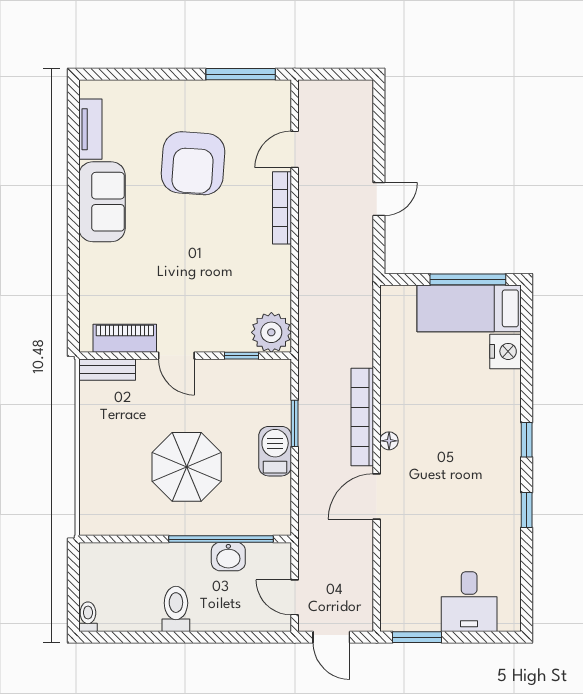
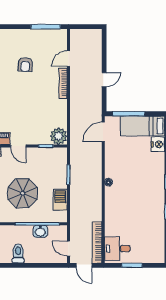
armchair: (193, 163) -> (25, 64), width x0.53, depth x0.53
window: (468, 279) -> (129, 114), moved
bookcase: (362, 417) -> (97, 242), moved
barbecue: (275, 451) -> (60, 200), moved
door: (377, 496) -> (103, 132), moved
desk: (469, 602) -> (117, 249), moved, turned 90
window: (417, 637) -> (132, 265), moved

